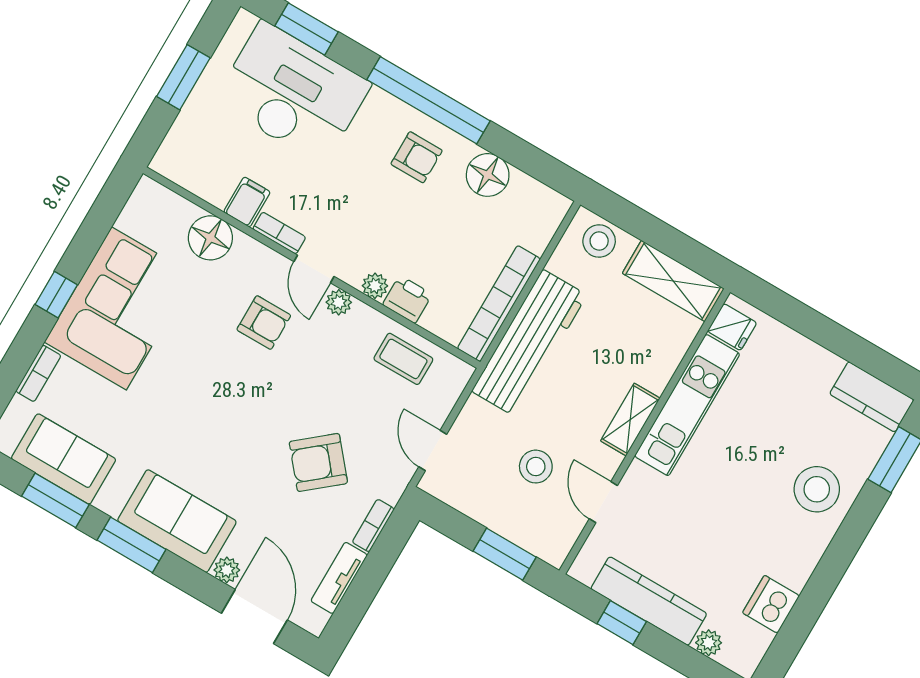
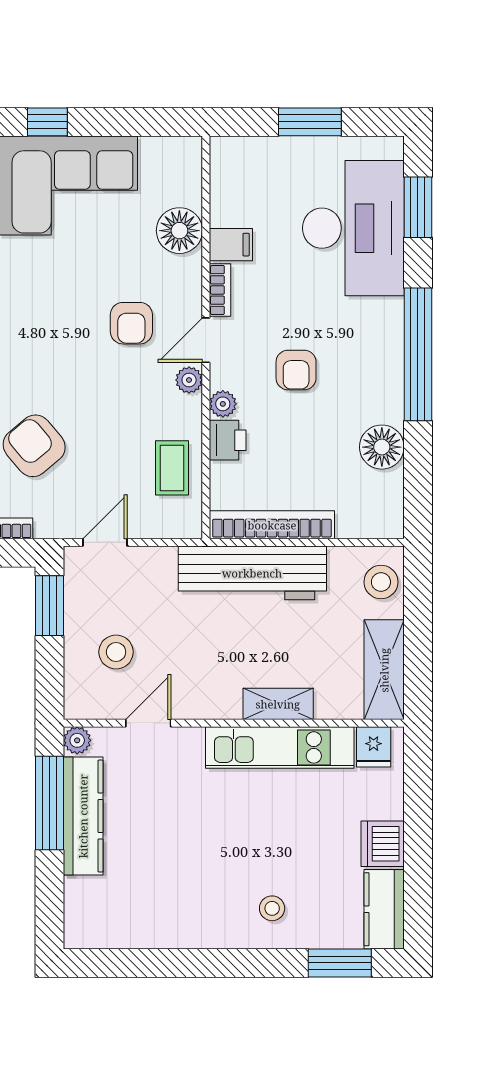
armchair: (417, 157) -> (296, 370), moved
shelving: (630, 420) -> (278, 704), moved
stool: (536, 467) -> (116, 652), moved
stool: (817, 489) -> (272, 908), width x0.53, depth x0.53
window: (505, 554) -> (50, 606), moved
dishwasher: (771, 604) -> (383, 844), moved, turned -90
window: (622, 623) -> (50, 803), width x2.17
plant: (709, 643) -> (77, 740), moved

